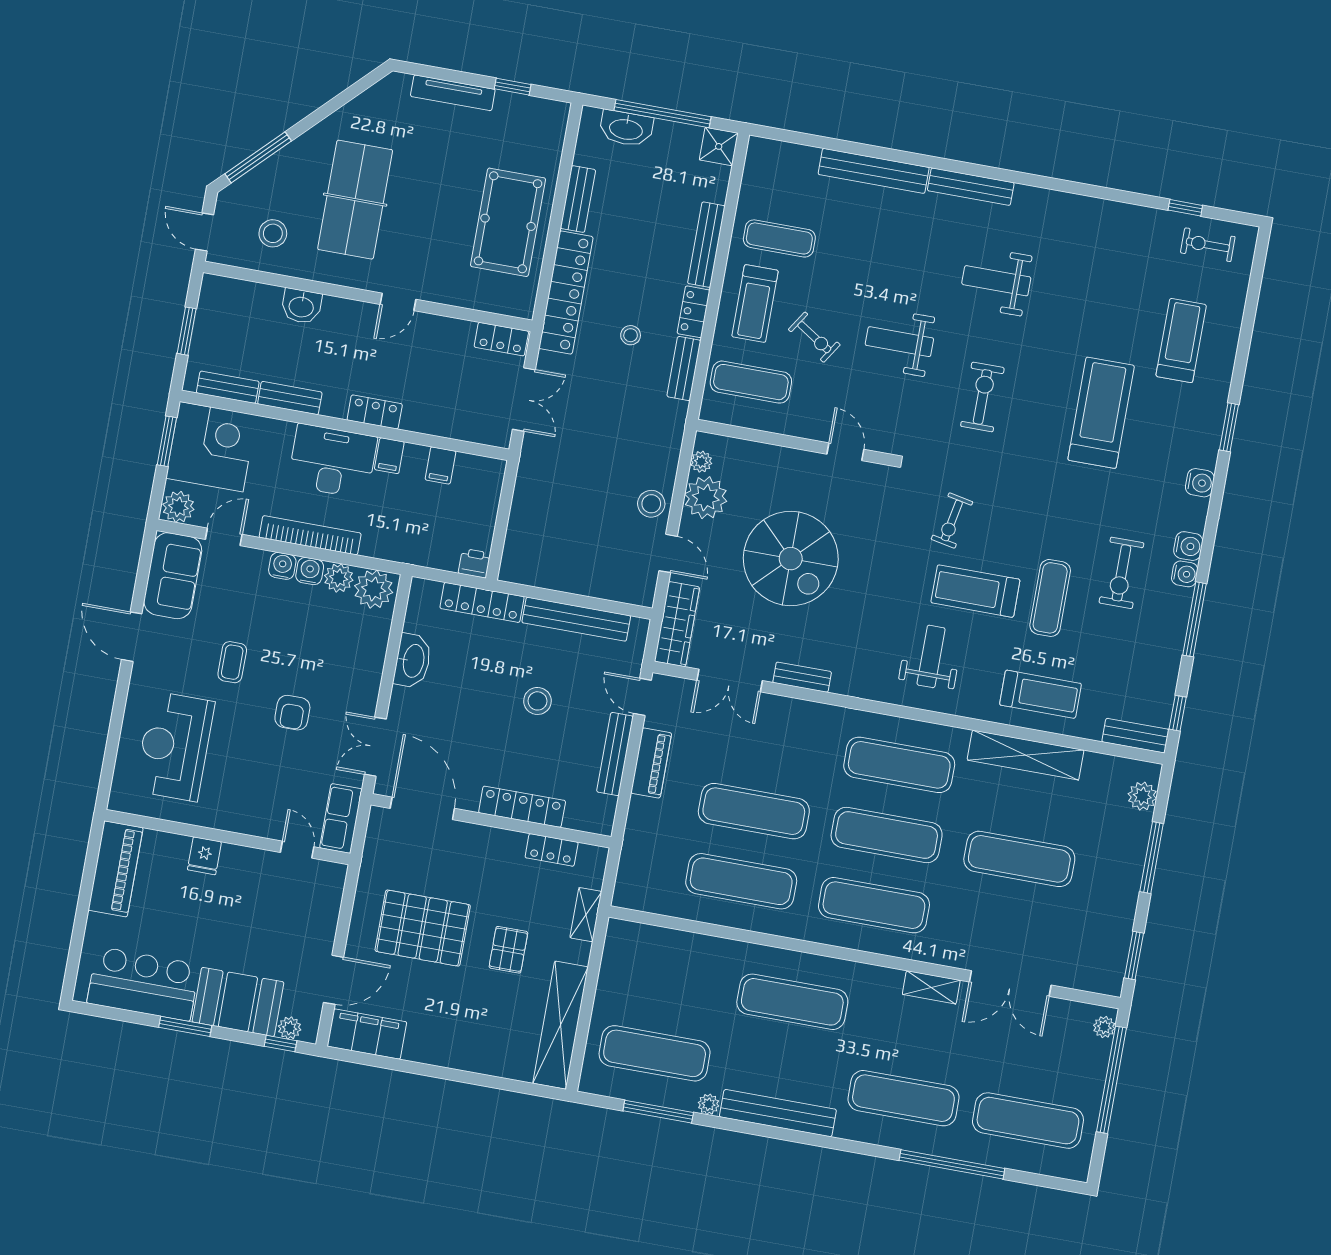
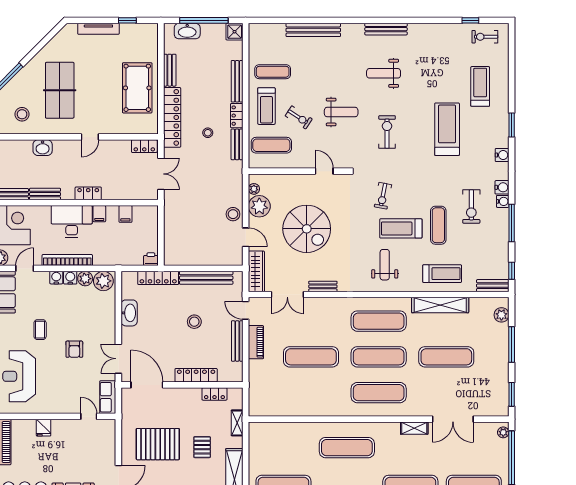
bench: (971, 187) -> (386, 29), moved
weight bench: (899, 342) -> (341, 112), turned 180
exercise mat: (741, 881) -> (311, 393), removed

